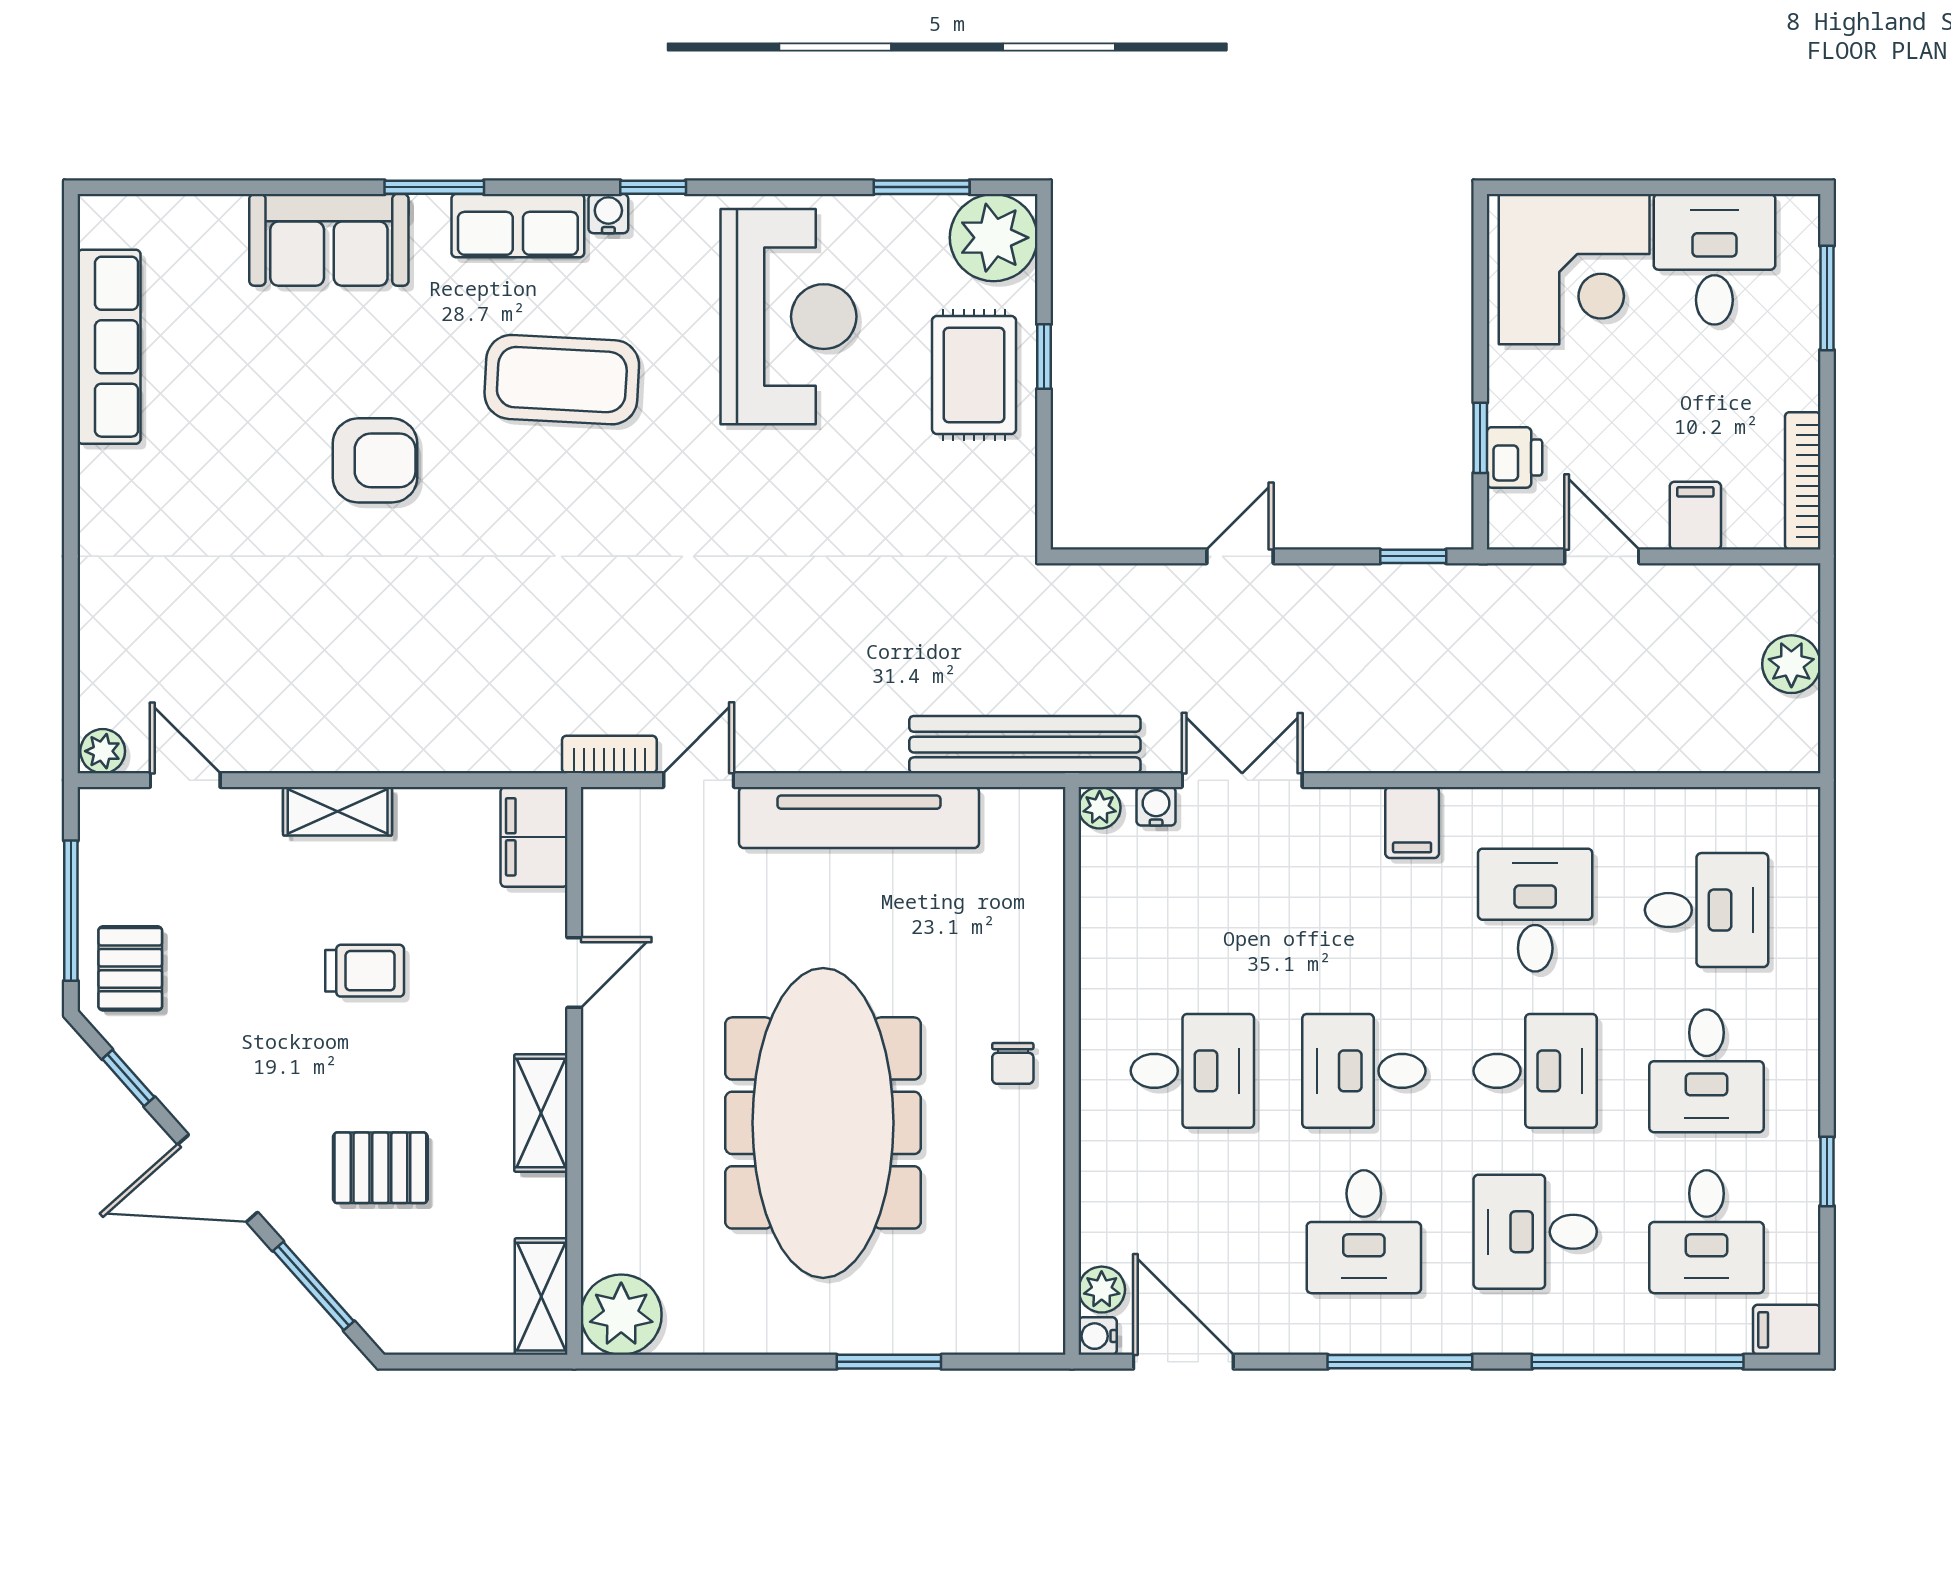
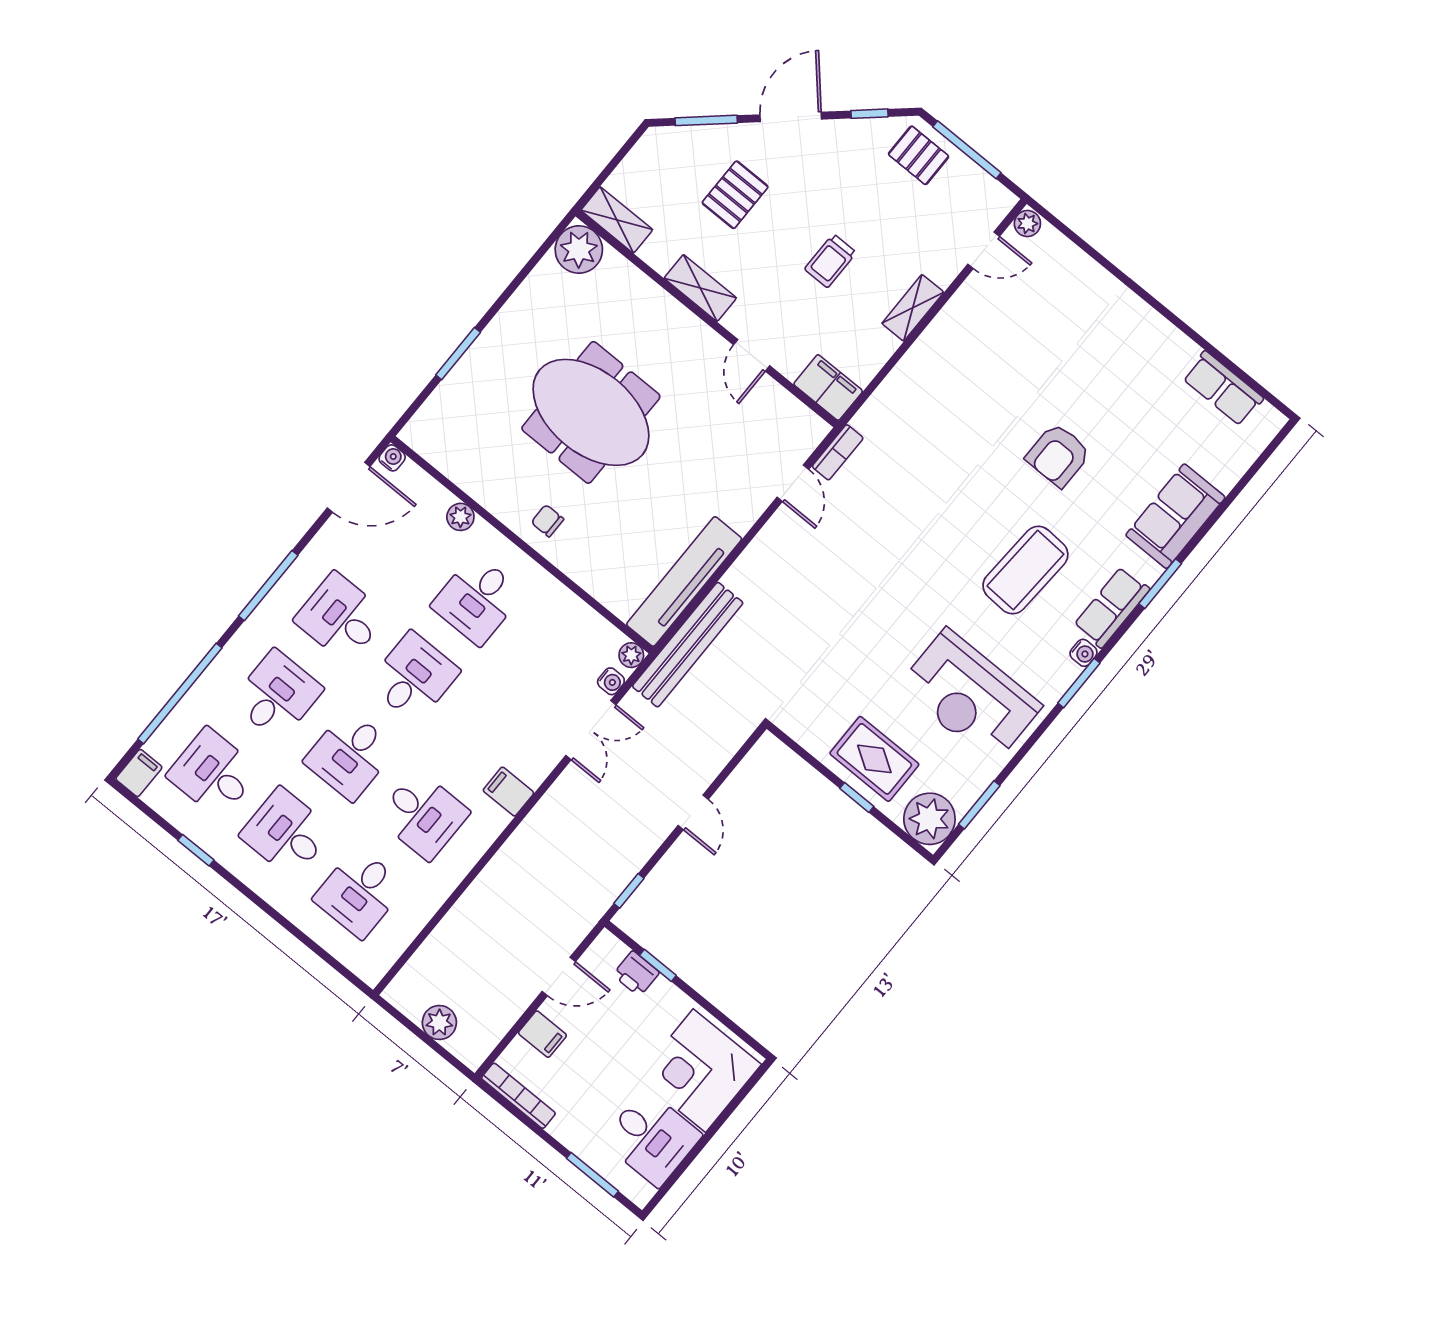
window: (653, 187) -> (1079, 683), width x1.50
row of seats: (109, 347) -> (1223, 388), width x0.68
tv unit: (859, 817) -> (684, 582), moved
meeting table: (823, 1123) -> (591, 412), width x0.73
plant: (1102, 1290) -> (460, 517), moved

